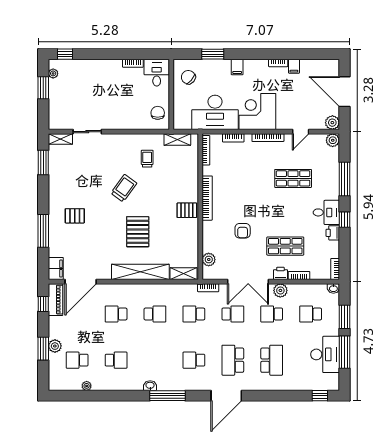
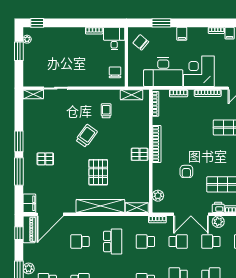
window: (43, 162) -> (19, 141), moved
school desk: (155, 314) -> (113, 241), width x1.85

